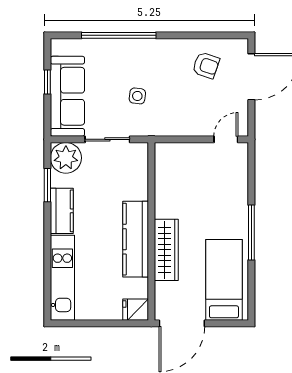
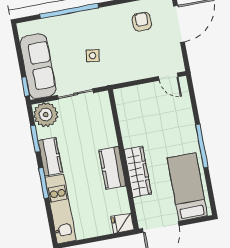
armchair: (206, 65) -> (142, 22), turned -109
window: (47, 82) -> (25, 86), moved
door: (226, 139) -> (168, 77), swing flipped
kitchen counter: (136, 239) -> (112, 168), width x0.67
window: (47, 242) -> (44, 183), added

